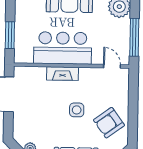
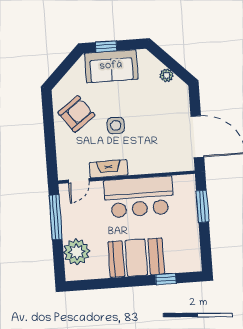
door: (112, 66) -> (79, 181), hinge flipped
fireplace: (62, 74) -> (109, 169), moved

